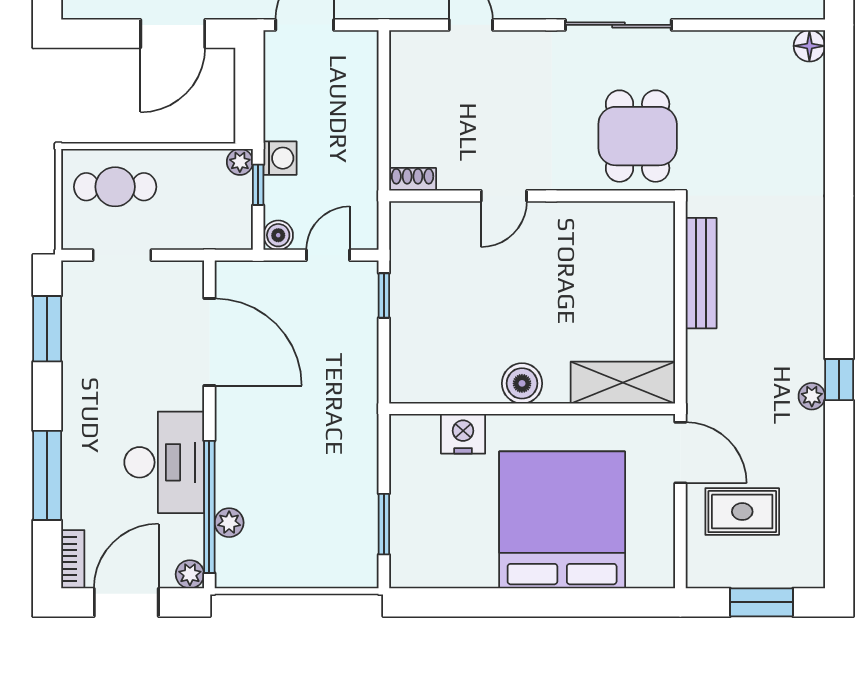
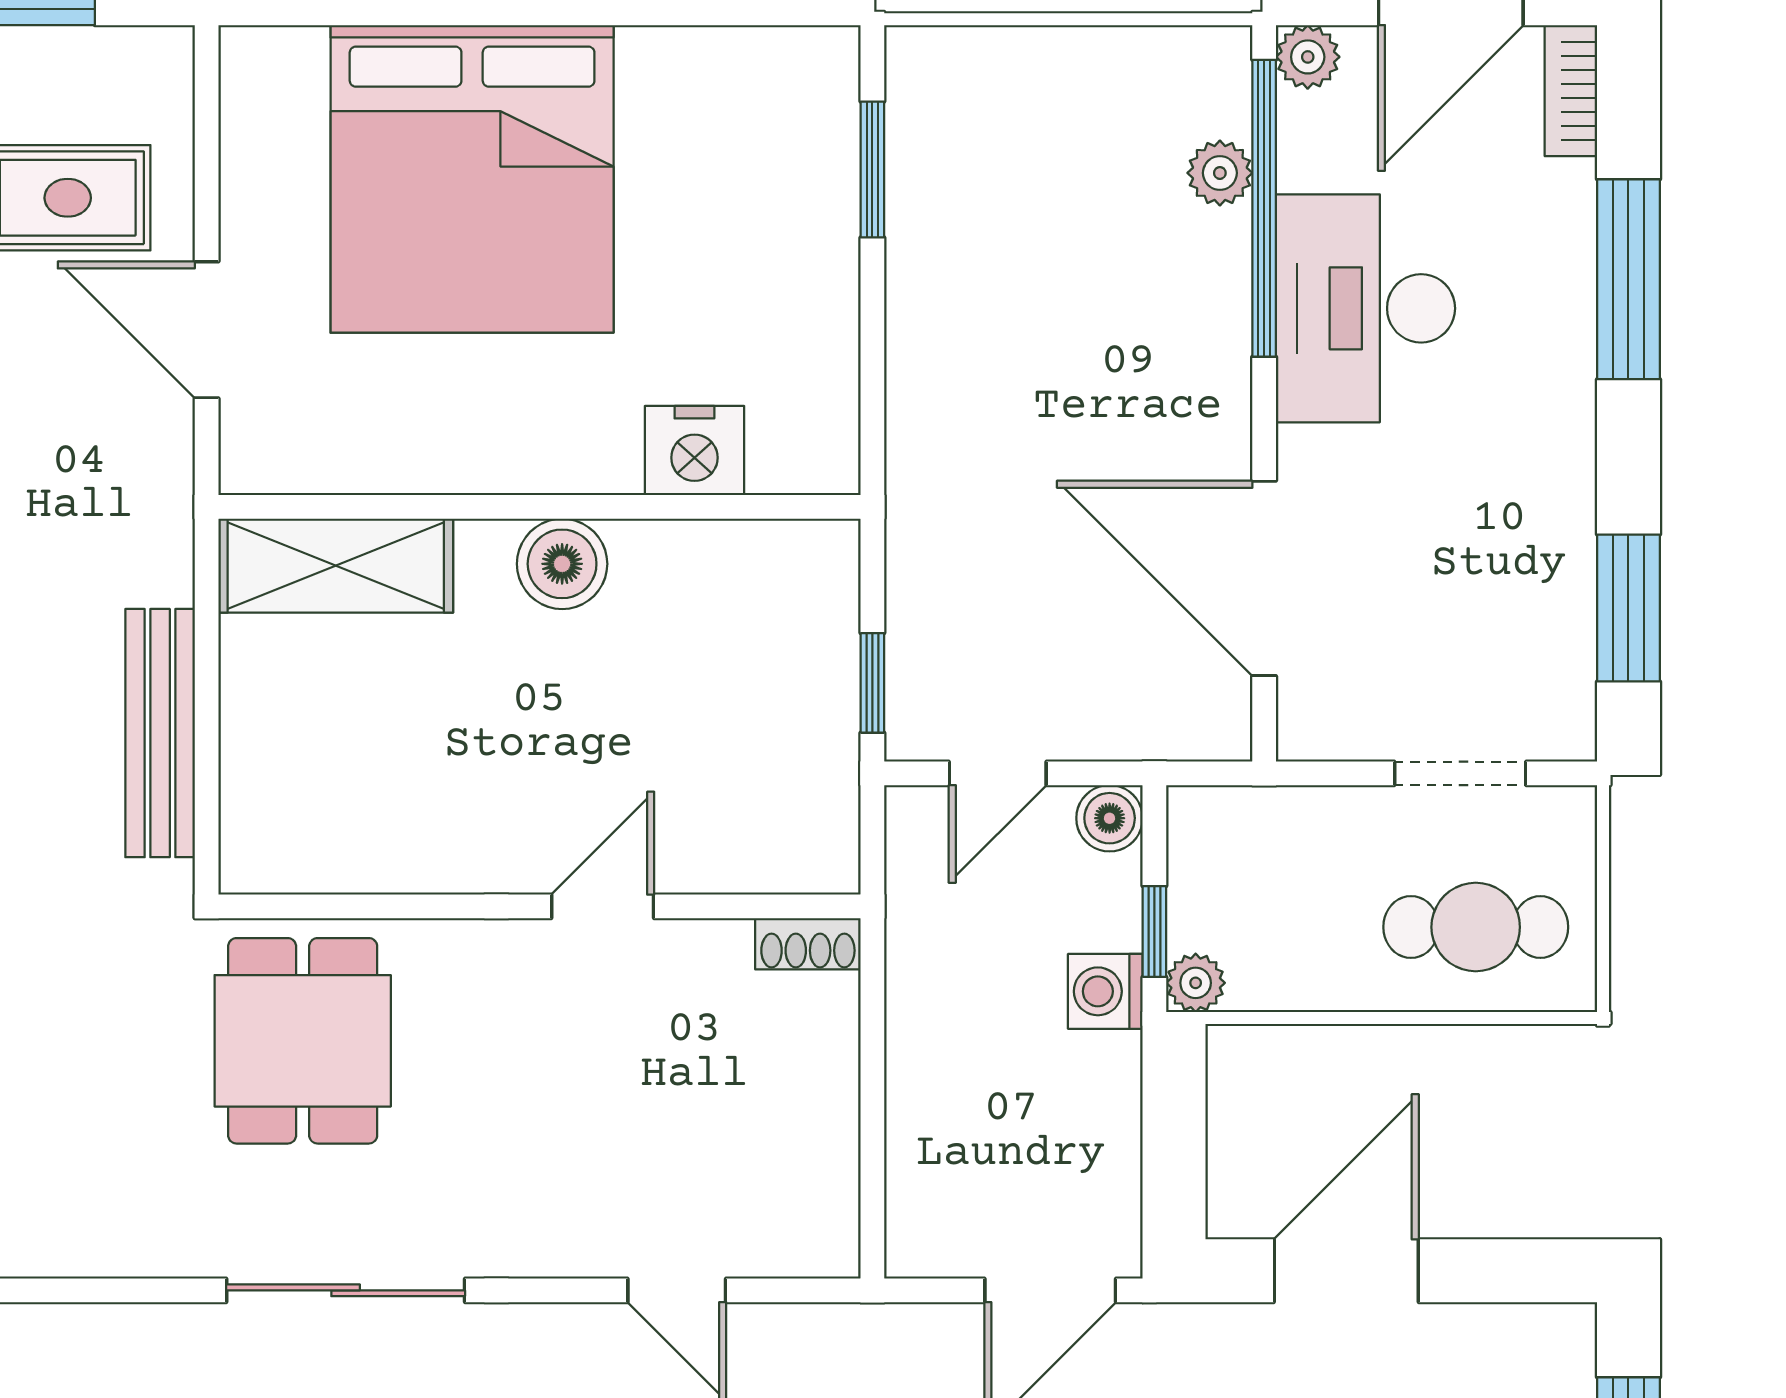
boiler: (522, 383) -> (562, 564), moved
shelving: (623, 383) -> (336, 566), moved
wall: (532, 409) -> (539, 507), moved
nightstand: (463, 434) -> (694, 451), moved

